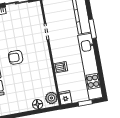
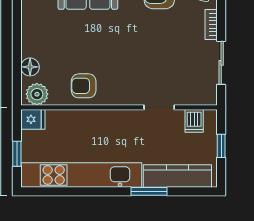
armchair: (16, 57) -> (84, 86), moved, turned -90
dishwasher: (61, 67) -> (194, 121), moved

